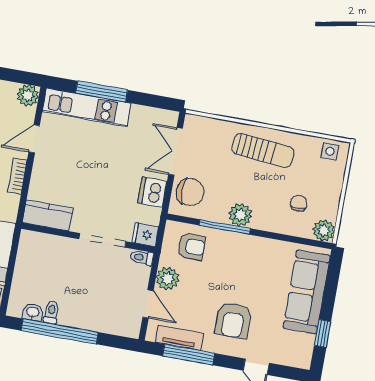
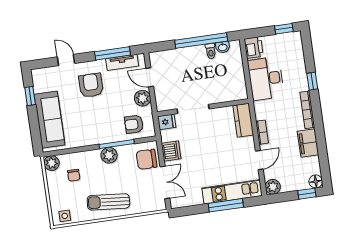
kitchen counter: (48, 215) -> (243, 120), moved, turned 90
toilet: (142, 258) -> (164, 106), removed

